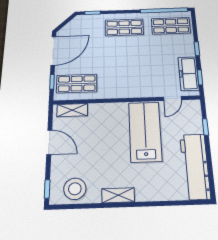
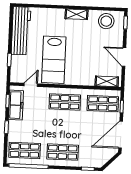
shop shelf: (126, 82) -> (65, 102), added

